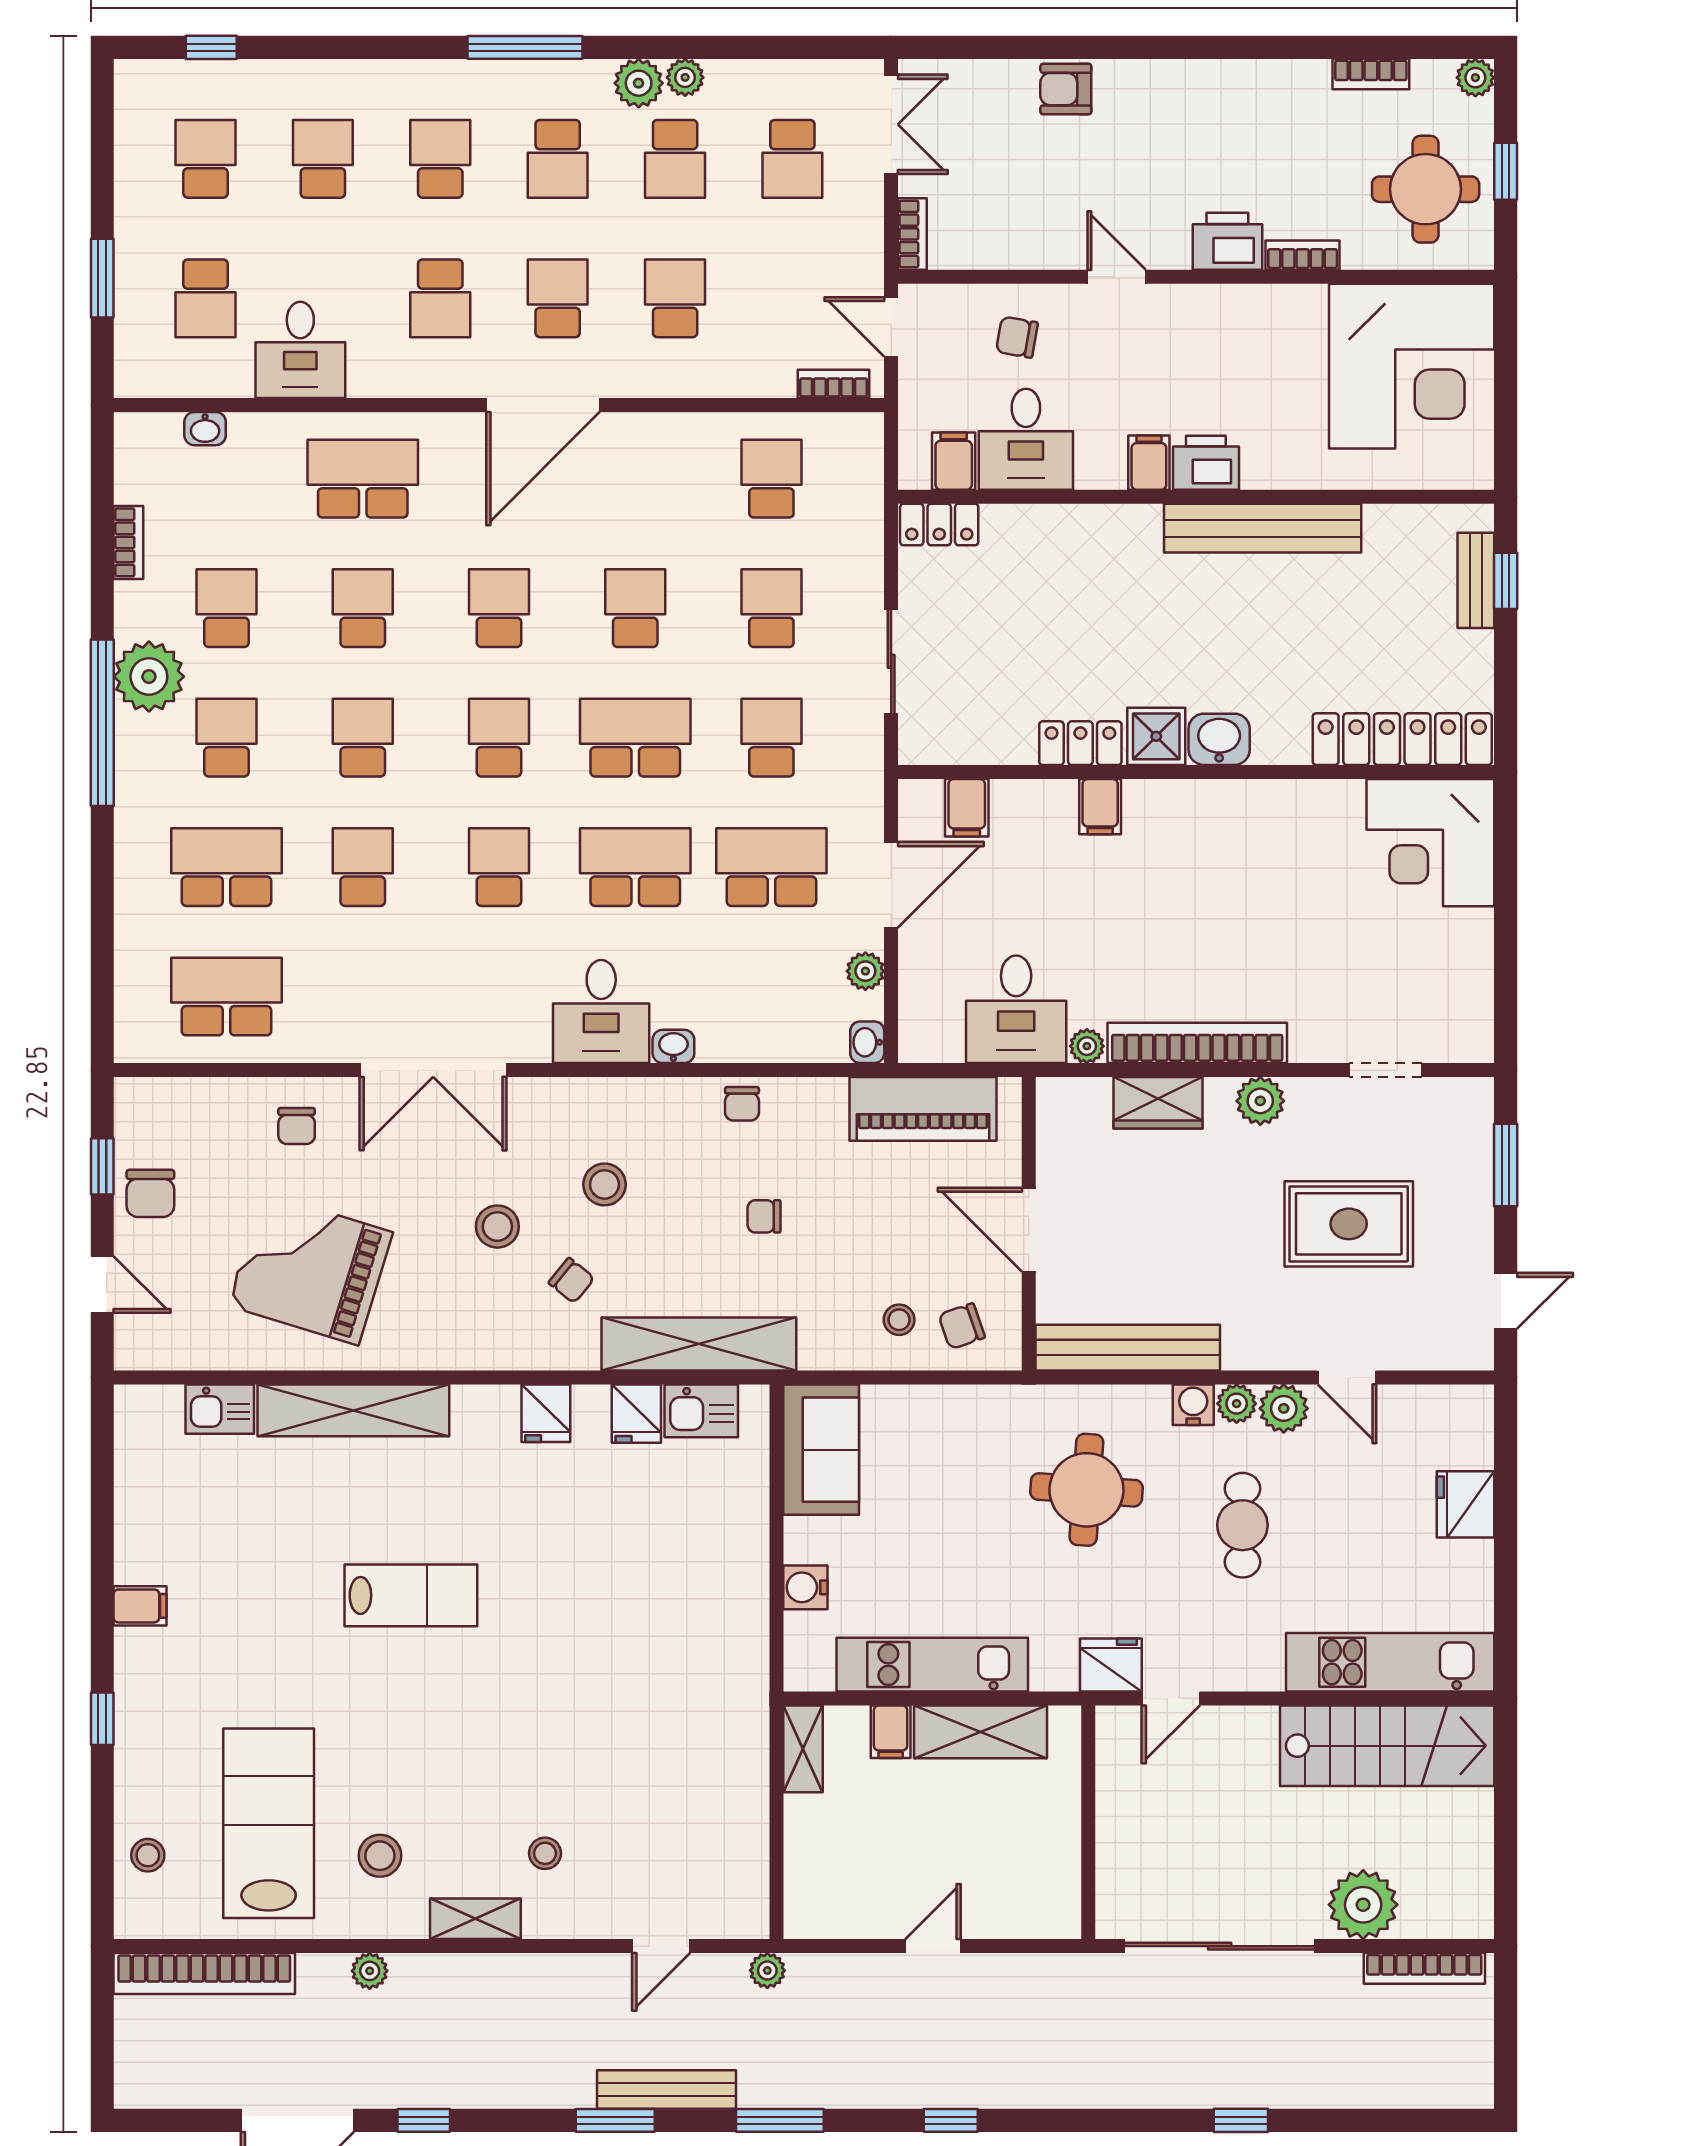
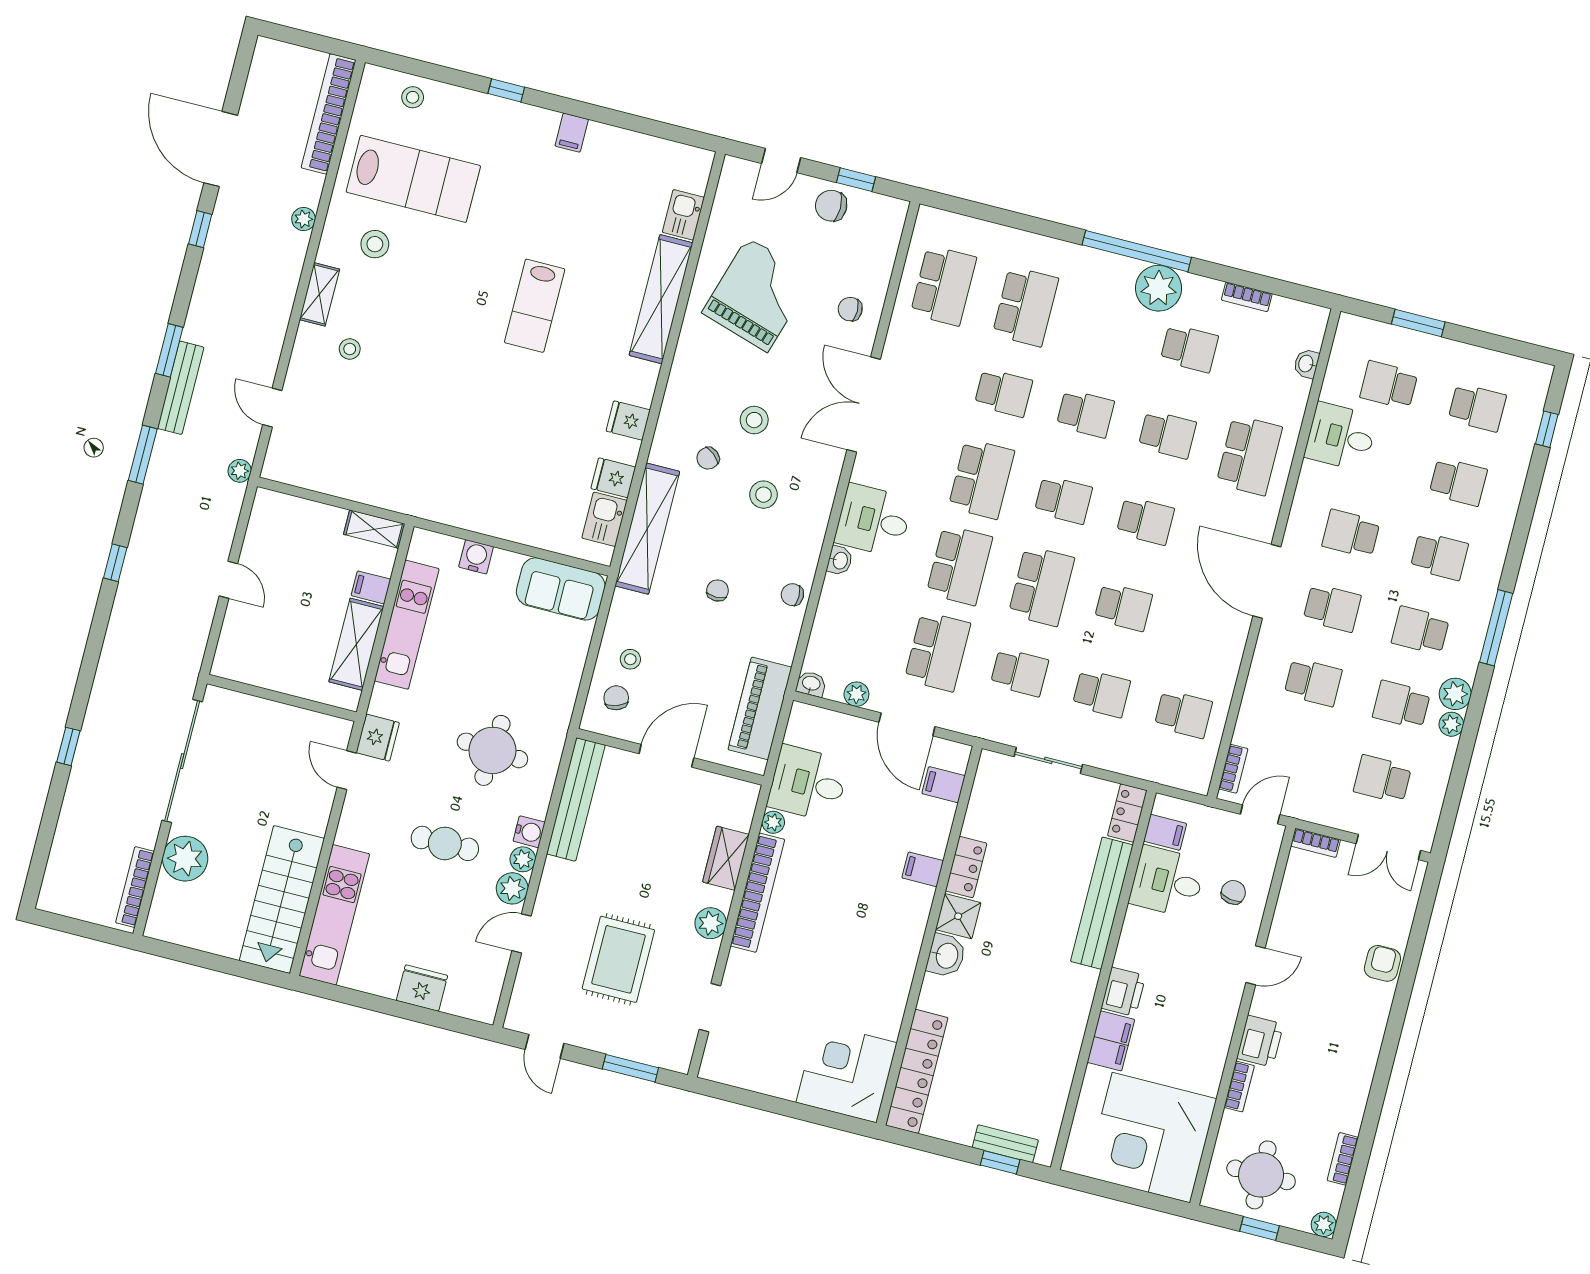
filing cabinet: (1149, 463) -> (1111, 1041), moved, width x2.00
bench: (1263, 528) -> (1102, 903), moved
school desk: (226, 738) -> (1107, 327), removed
school desk: (499, 867) -> (981, 479), width x1.85

